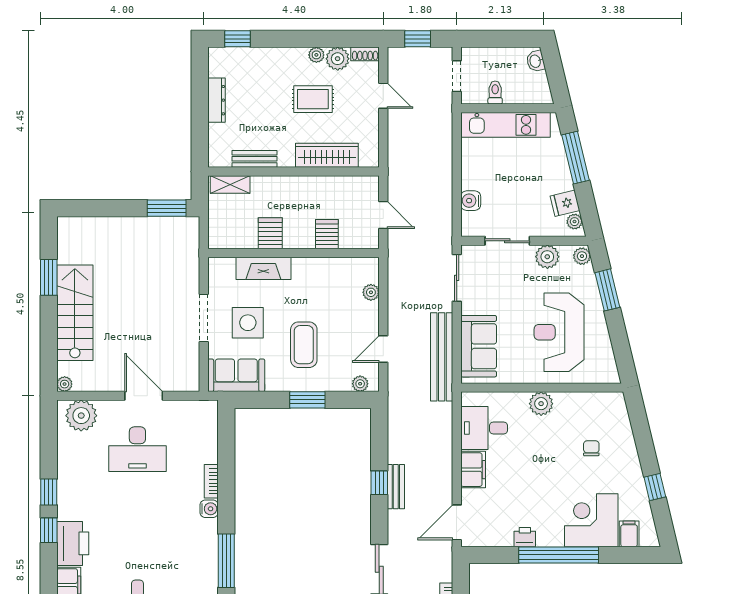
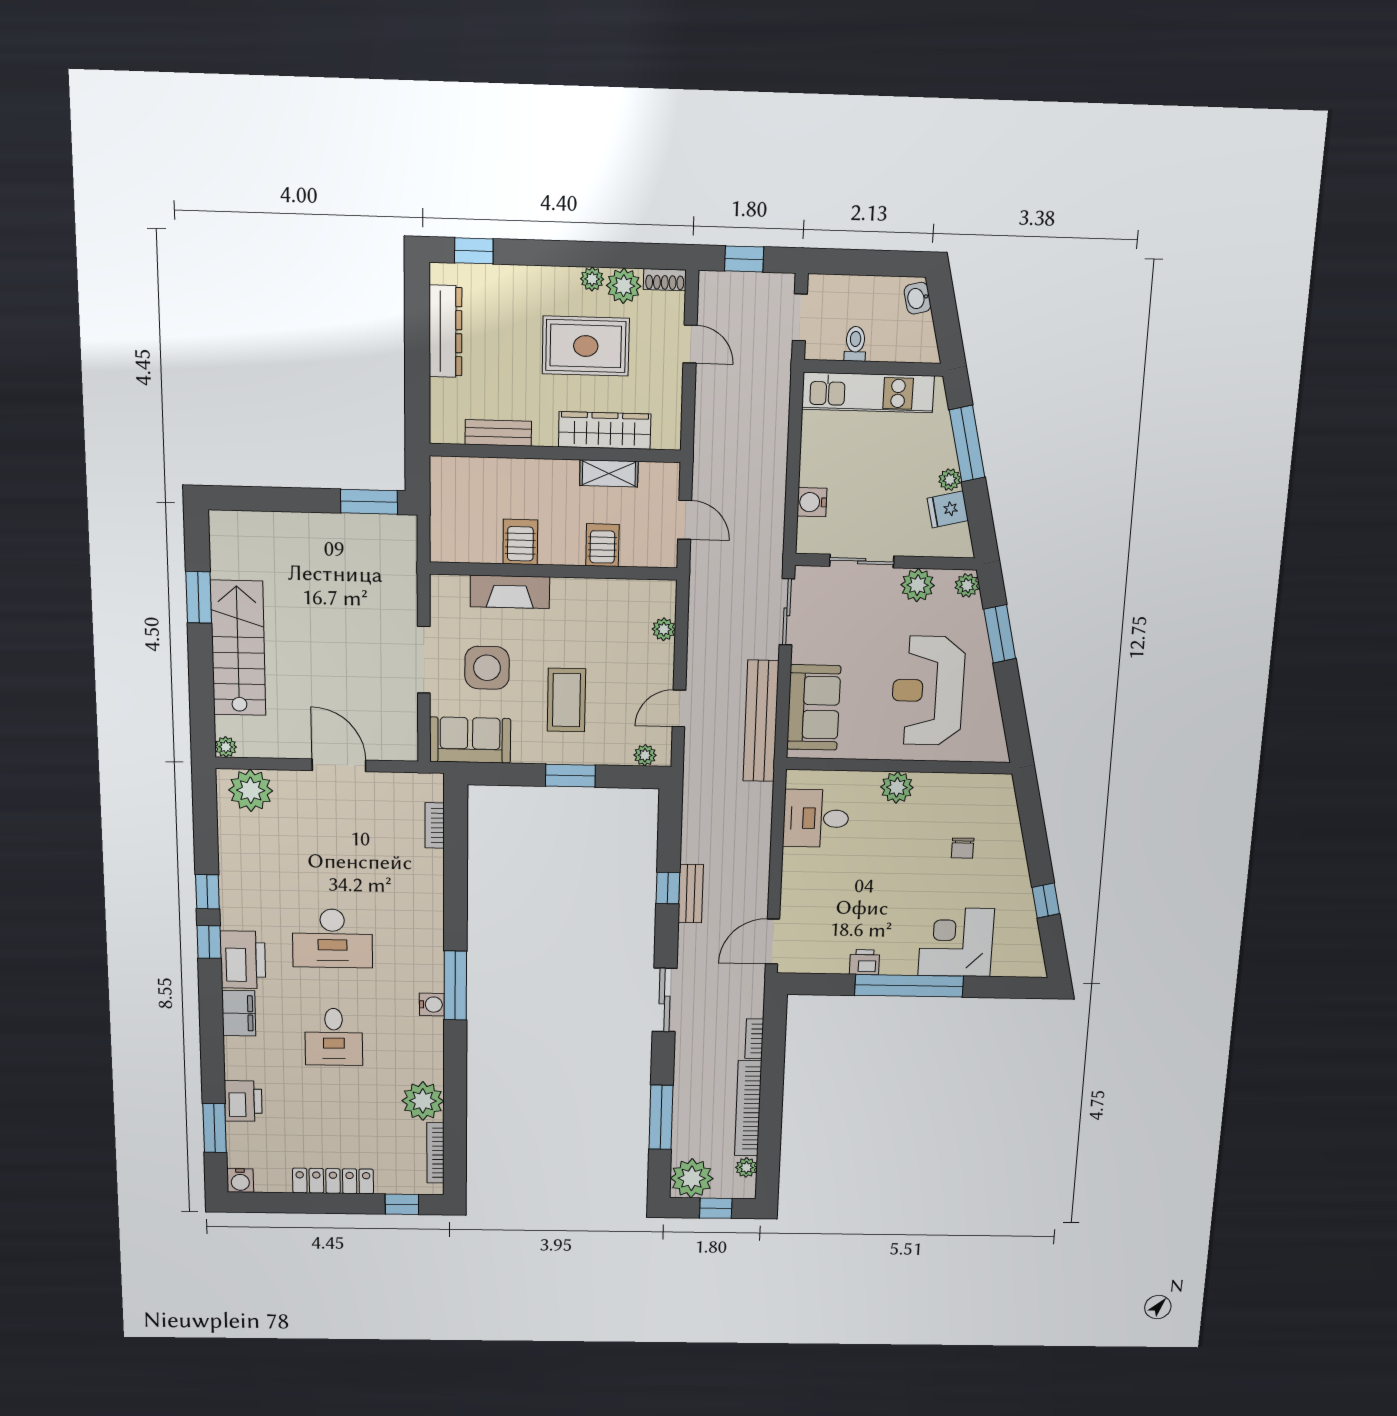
rug: (313, 99) -> (586, 346), width x1.36, depth x1.43
dresser: (217, 100) -> (445, 331), width x1.37, depth x1.24
shelving: (230, 184) -> (609, 473), moved
plant: (575, 222) -> (950, 480), moved
chair: (591, 448) -> (963, 848), turned 180
desk: (137, 449) -> (332, 938), moved
filing cabinet: (473, 470) -> (798, 873), removed
bookcase: (211, 481) -> (435, 825), moved
water cooler: (209, 509) -> (432, 1005), moved
filing cabinet: (629, 534) -> (1006, 960), removed

